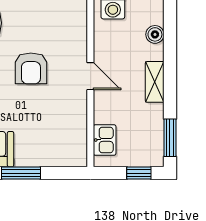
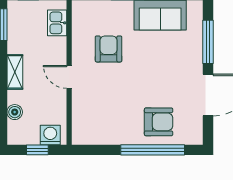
armchair: (31, 68) -> (109, 49), moved

